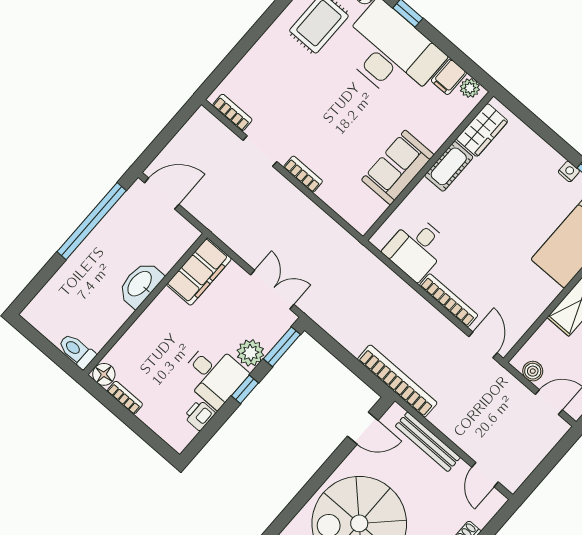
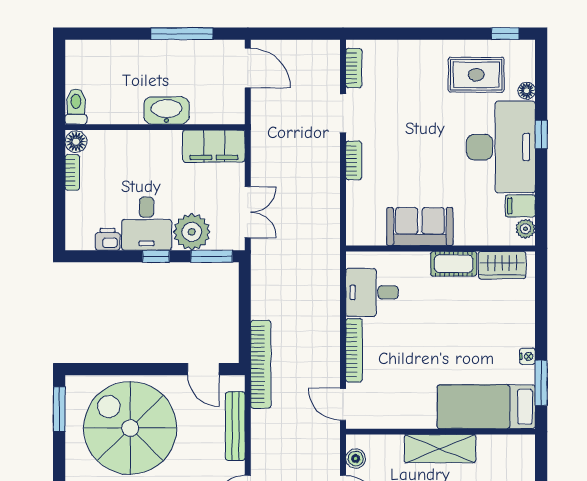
window: (92, 221) -> (182, 34), width x0.68
door: (483, 345) -> (343, 405), swing flipped
plant: (250, 353) -> (192, 232), width x1.36, depth x1.36

